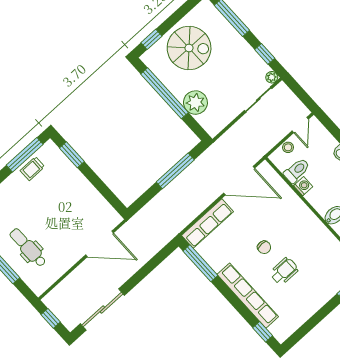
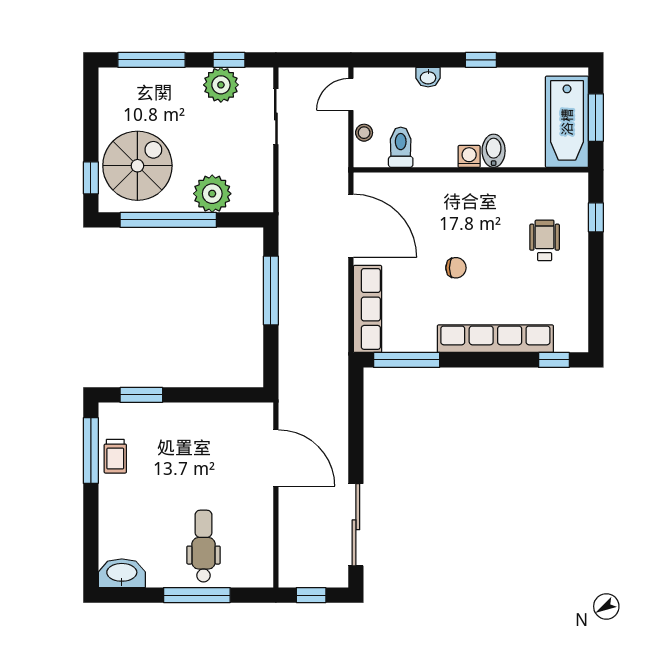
spiral stairs: (189, 48) -> (137, 166), moved
plant: (272, 77) -> (221, 85), moved, width x1.88, depth x1.88
door: (300, 125) -> (351, 94), swing flipped
door: (239, 181) -> (351, 226), hinge flipped
washing machine: (303, 186) -> (469, 156), moved
door: (99, 244) -> (276, 458), hinge flipped
dental chair: (28, 248) -> (204, 546), turned 90
wheelchair: (284, 271) -> (545, 240), moved

